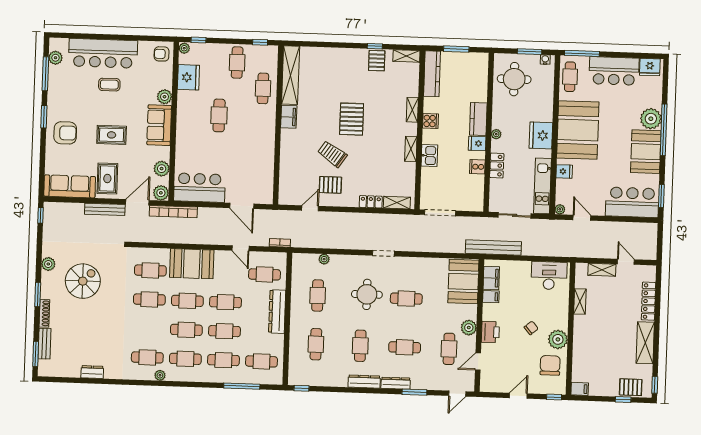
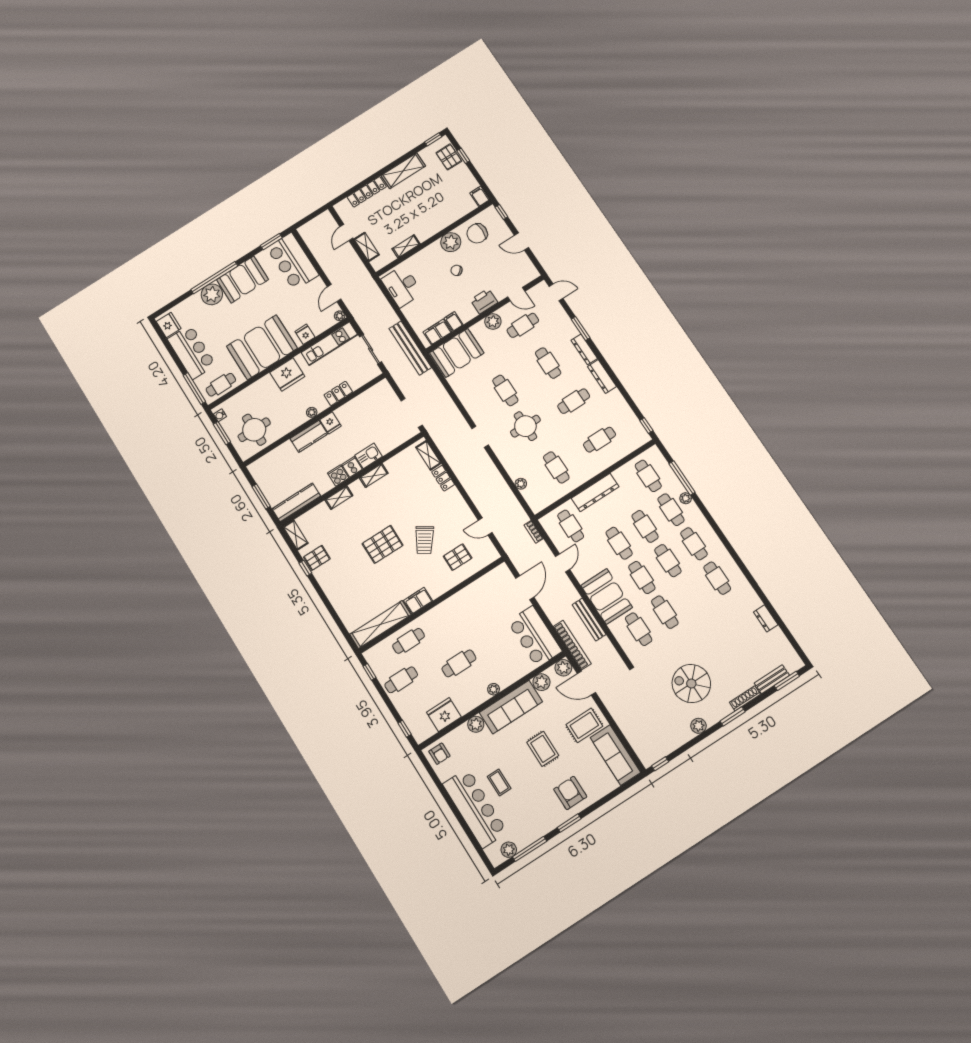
plant: (184, 48) -> (494, 689), moved
sofa: (159, 125) -> (511, 707), width x1.36
cooker: (477, 167) -> (352, 467), moved, turned 180
pallet: (330, 185) -> (458, 557), moved, turned 90
bench: (105, 209) -> (589, 620), moved
cafe table: (318, 295) -> (556, 467), turned 90
plant: (160, 375) -> (686, 498), moved

